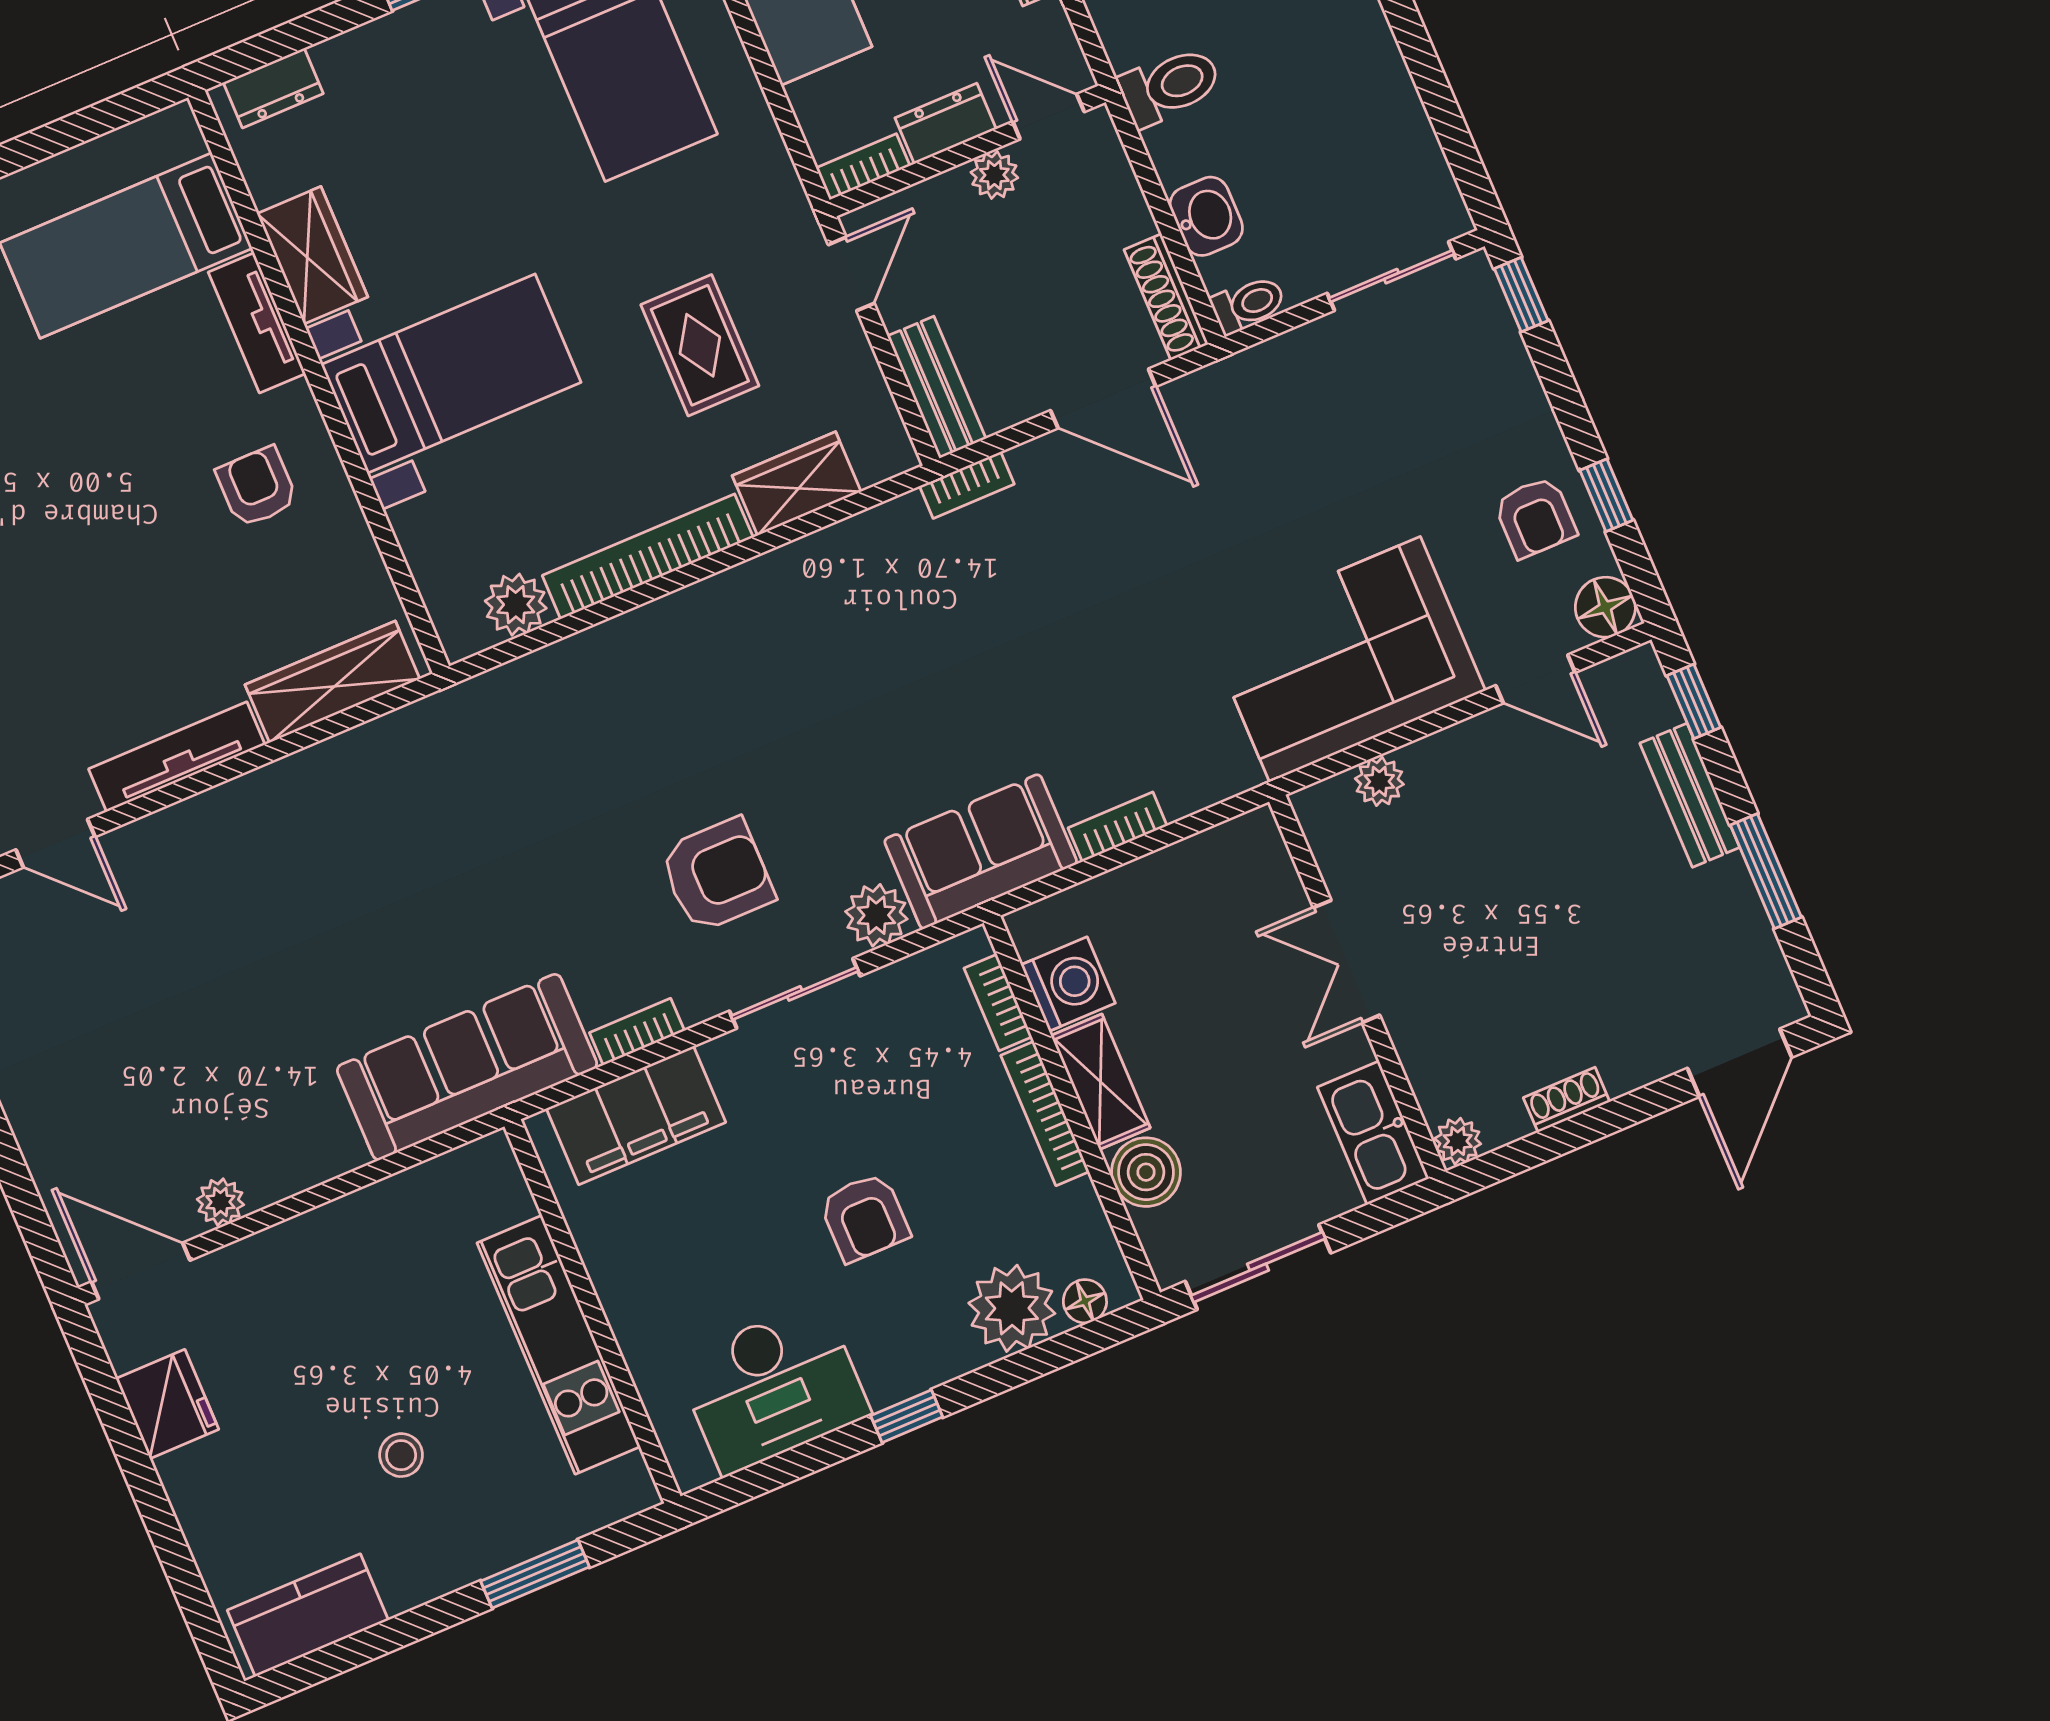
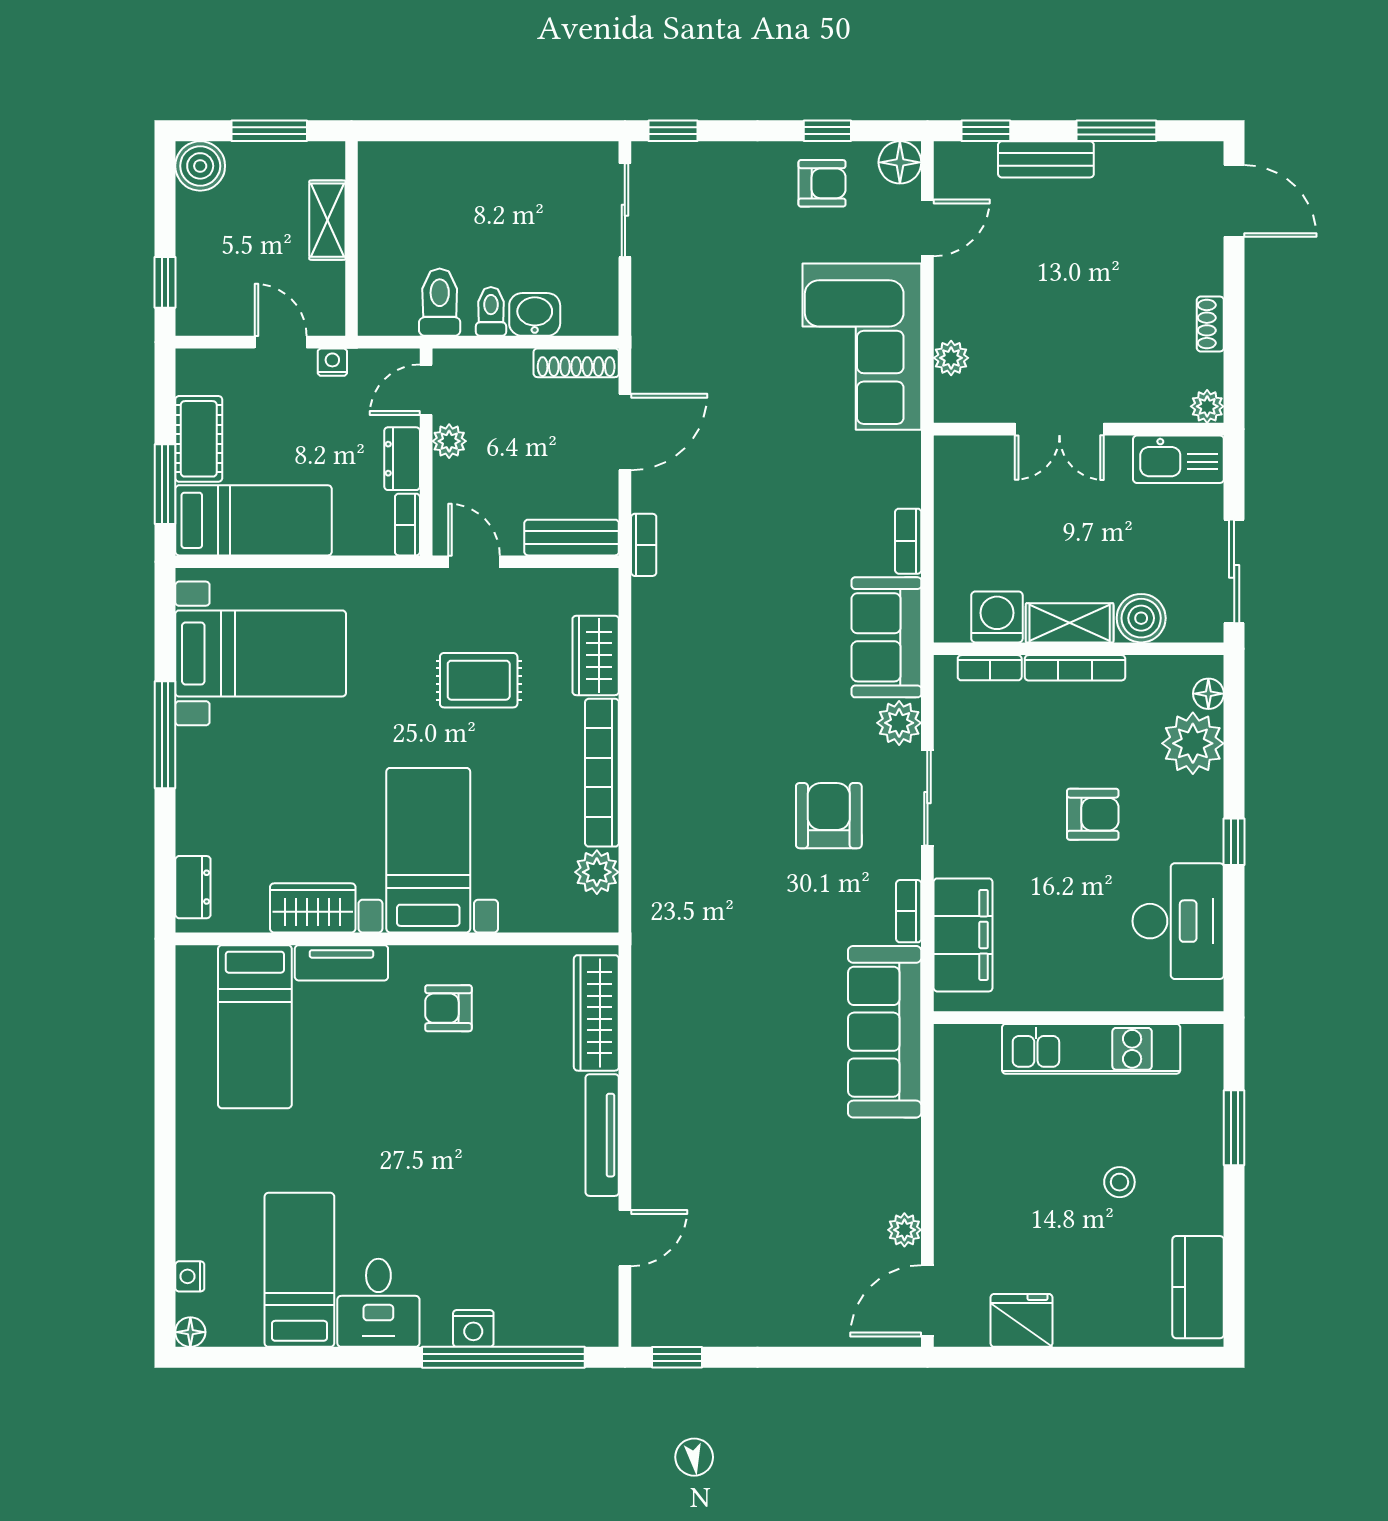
toilet: (1248, 304) -> (491, 311), moved

